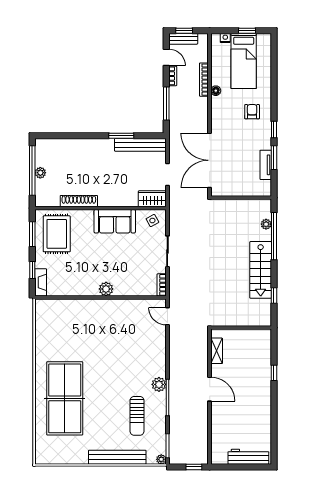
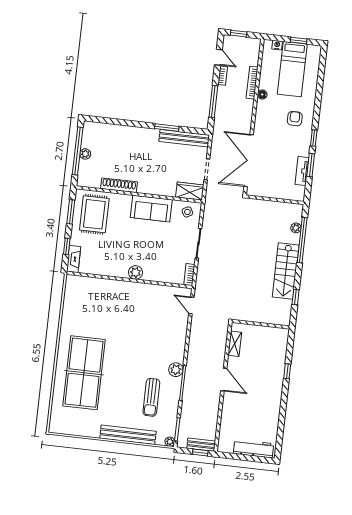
bench: (183, 39) -> (201, 445), moved

